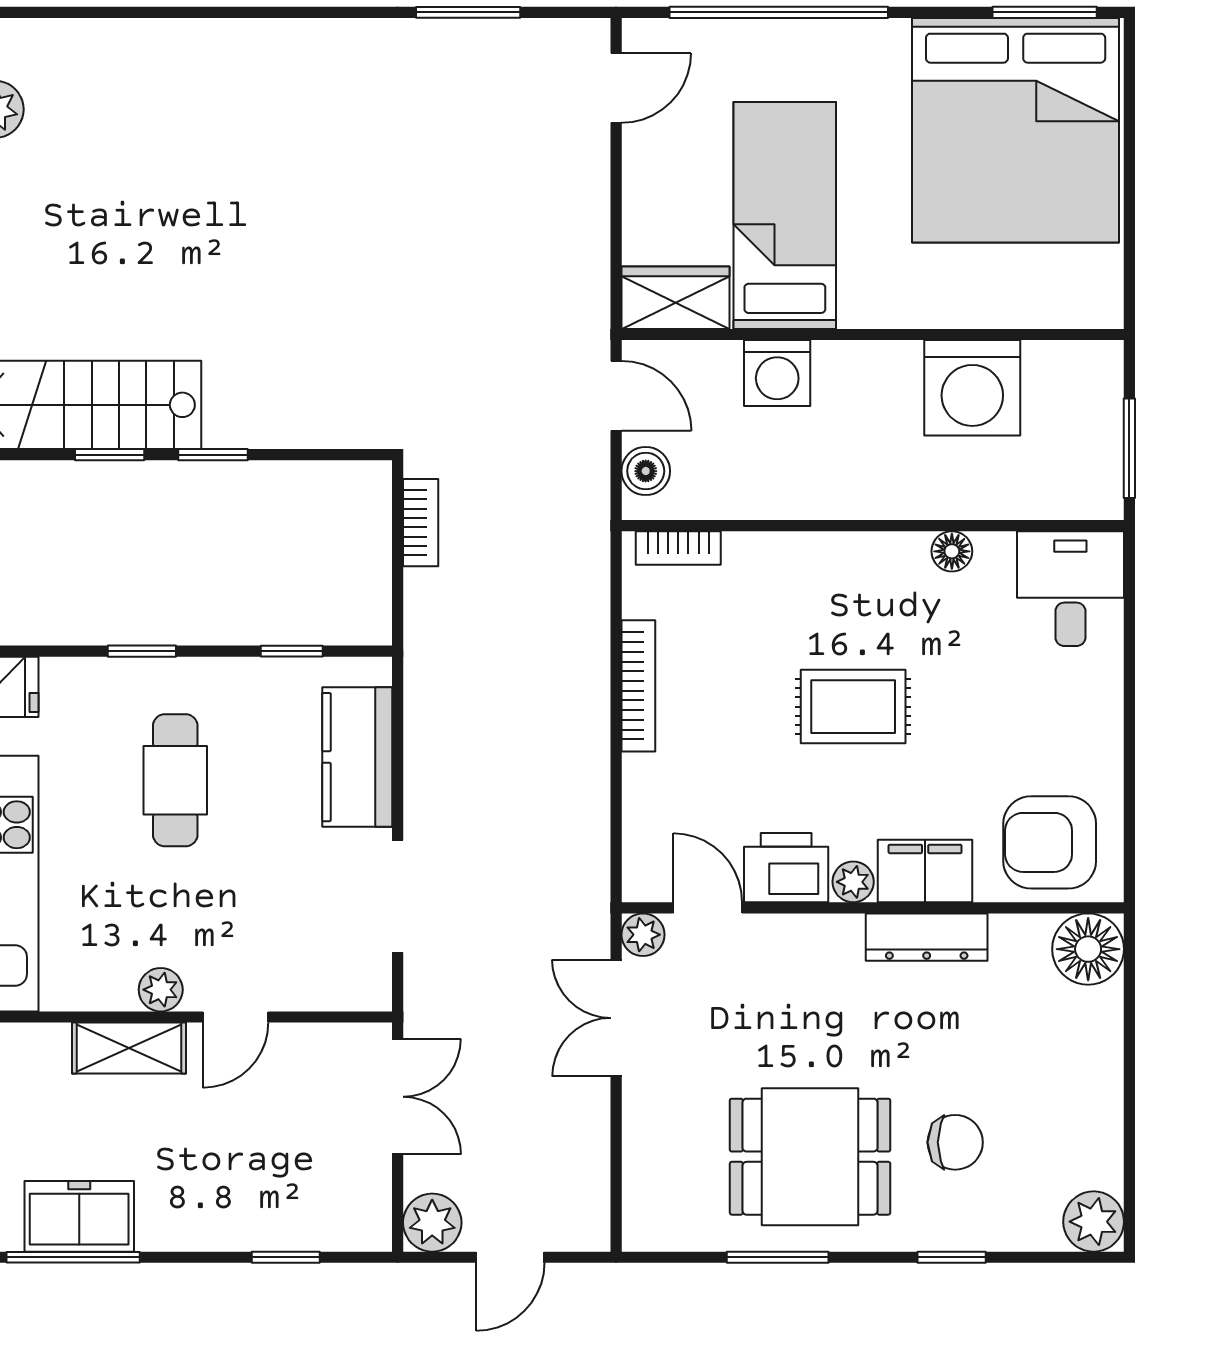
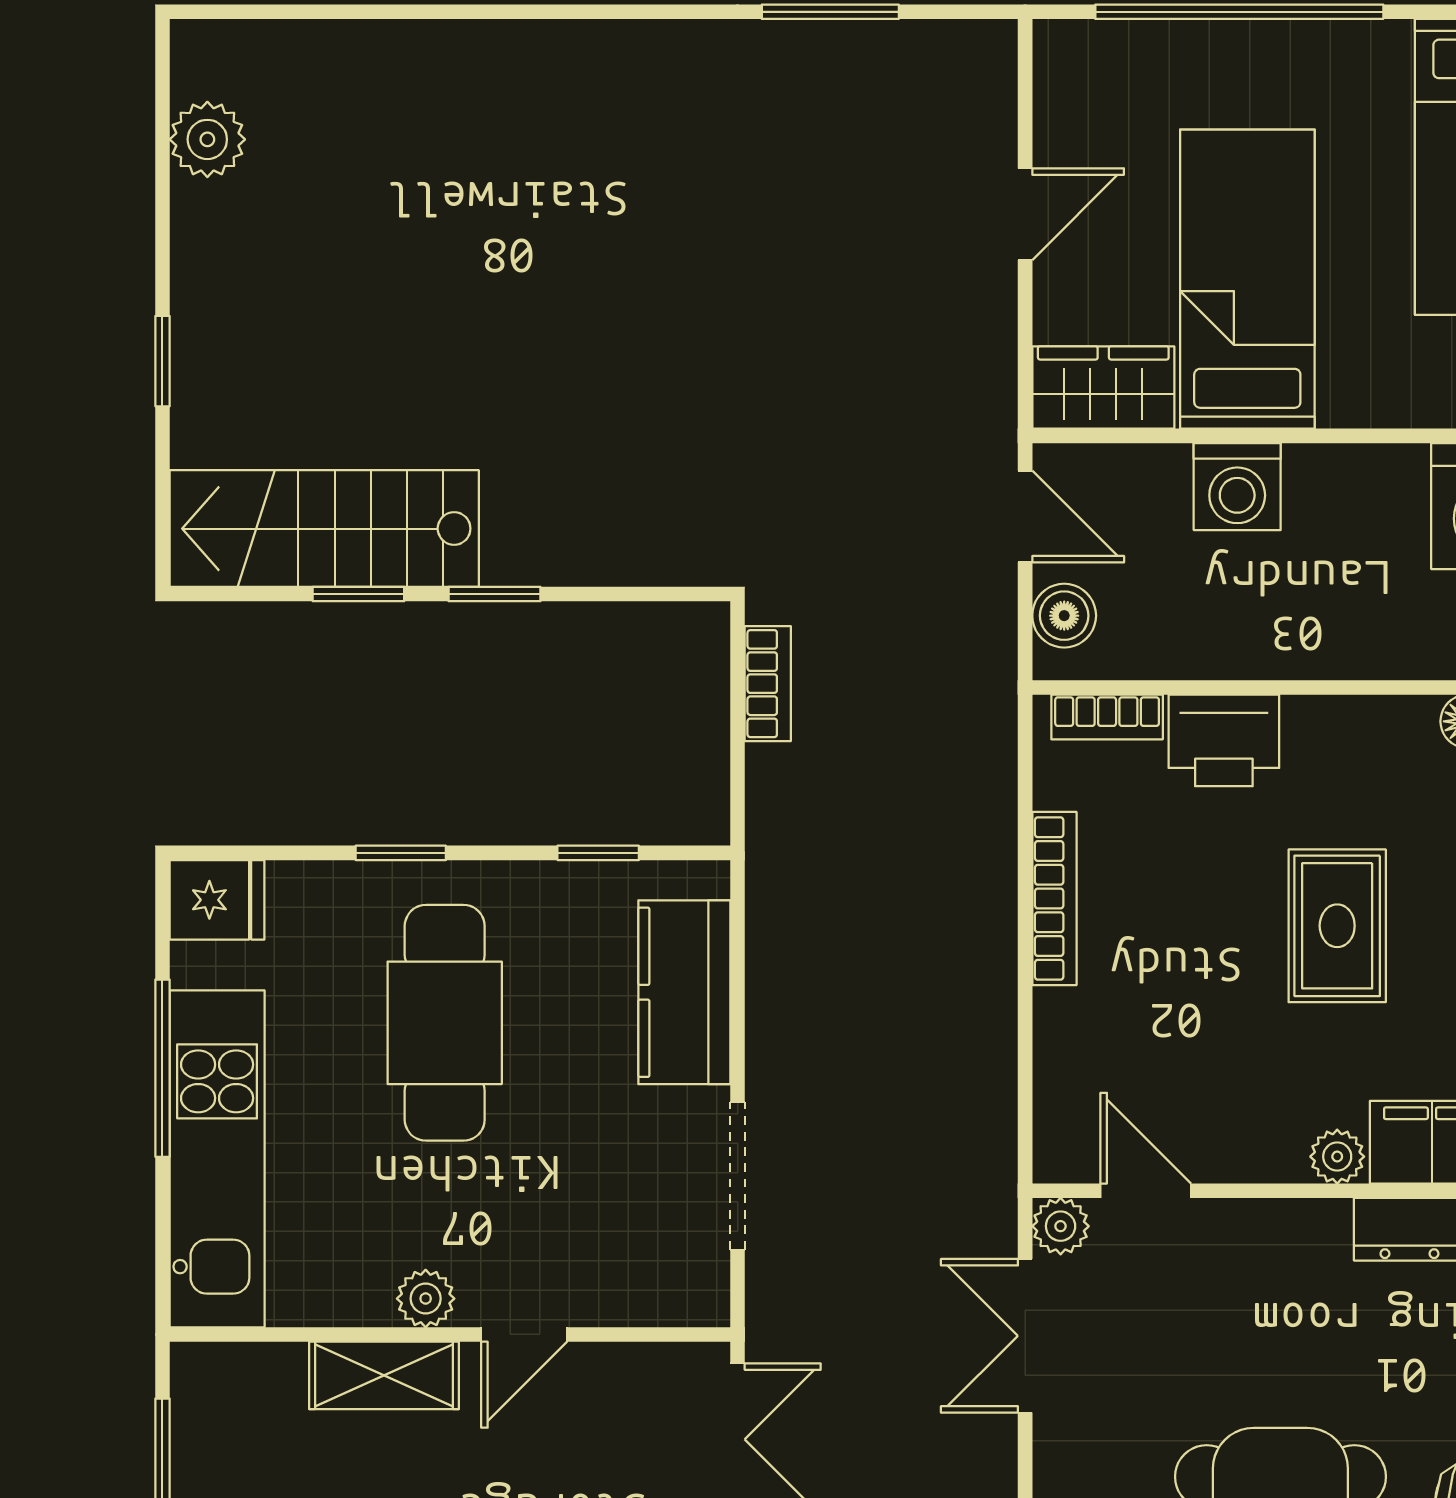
door: (616, 88) -> (1025, 214), moved
rug: (853, 707) -> (1337, 926), turned 90
cafe table: (175, 780) -> (445, 1023), width x1.37, depth x1.35
printer: (786, 868) -> (1224, 740), moved, turned 180

